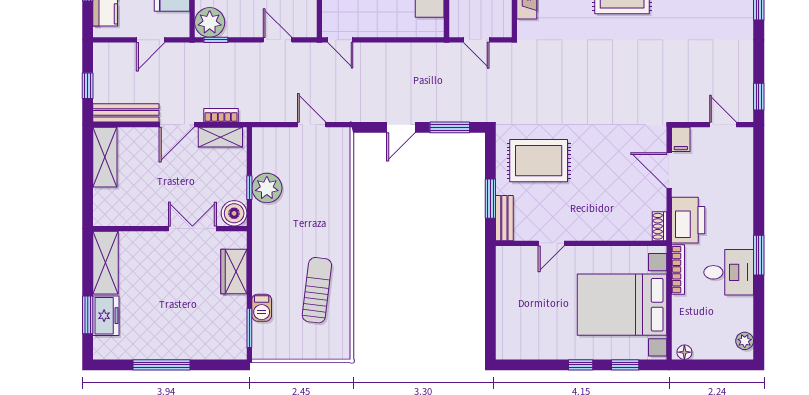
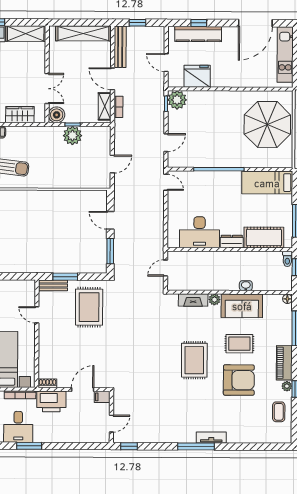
door: (340, 40) -> (166, 182), swing flipped
shelving: (105, 157) -> (83, 33), width x1.47

